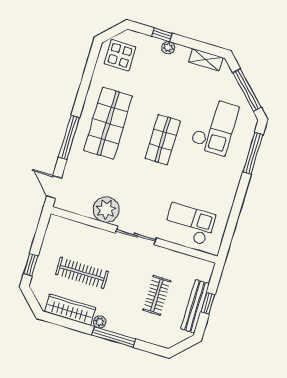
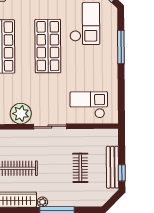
shop shelf: (163, 140) -> (48, 46), width x1.43, depth x1.36
window: (253, 153) -> (121, 47), moved
window: (208, 303) -> (122, 173), moved

